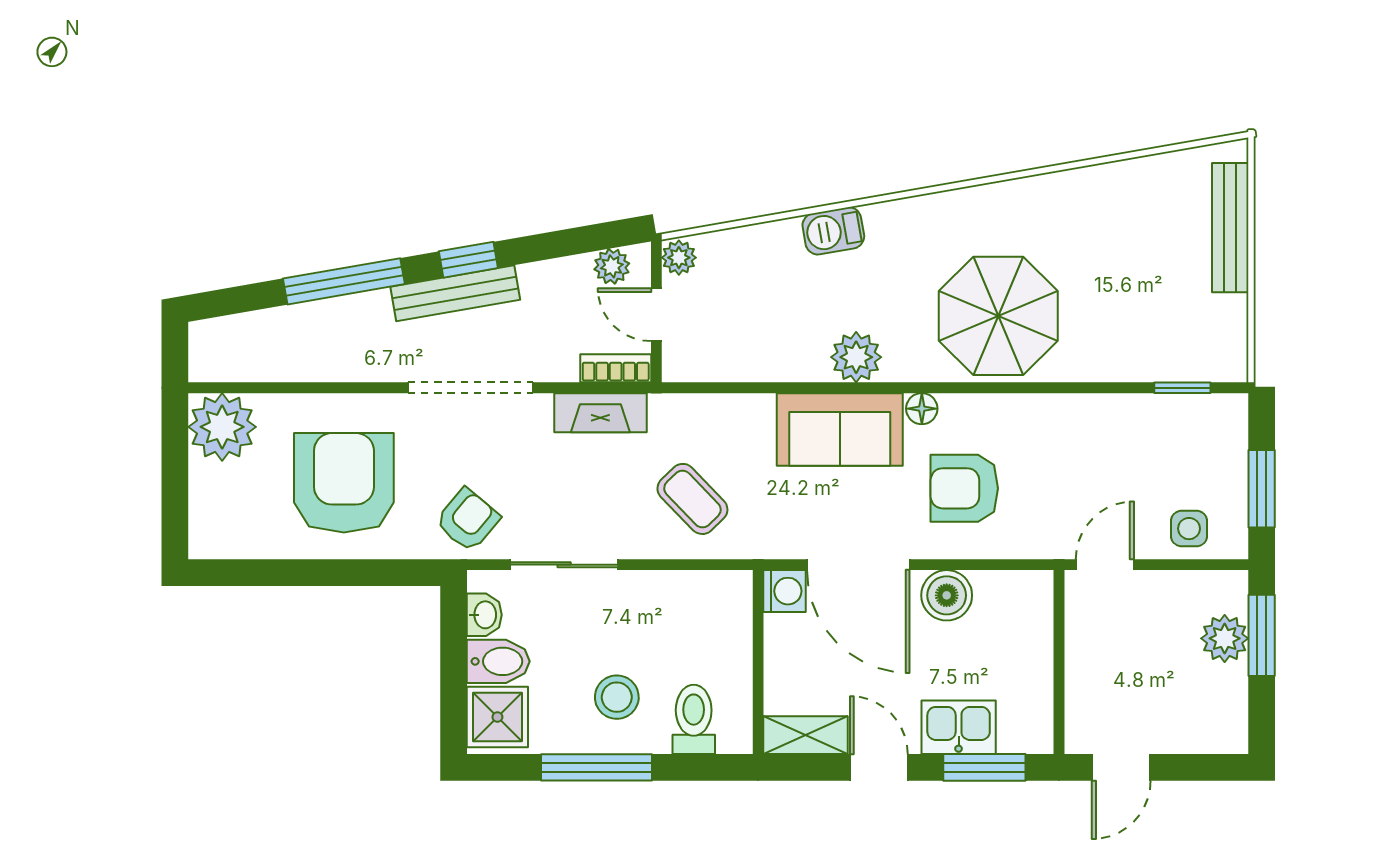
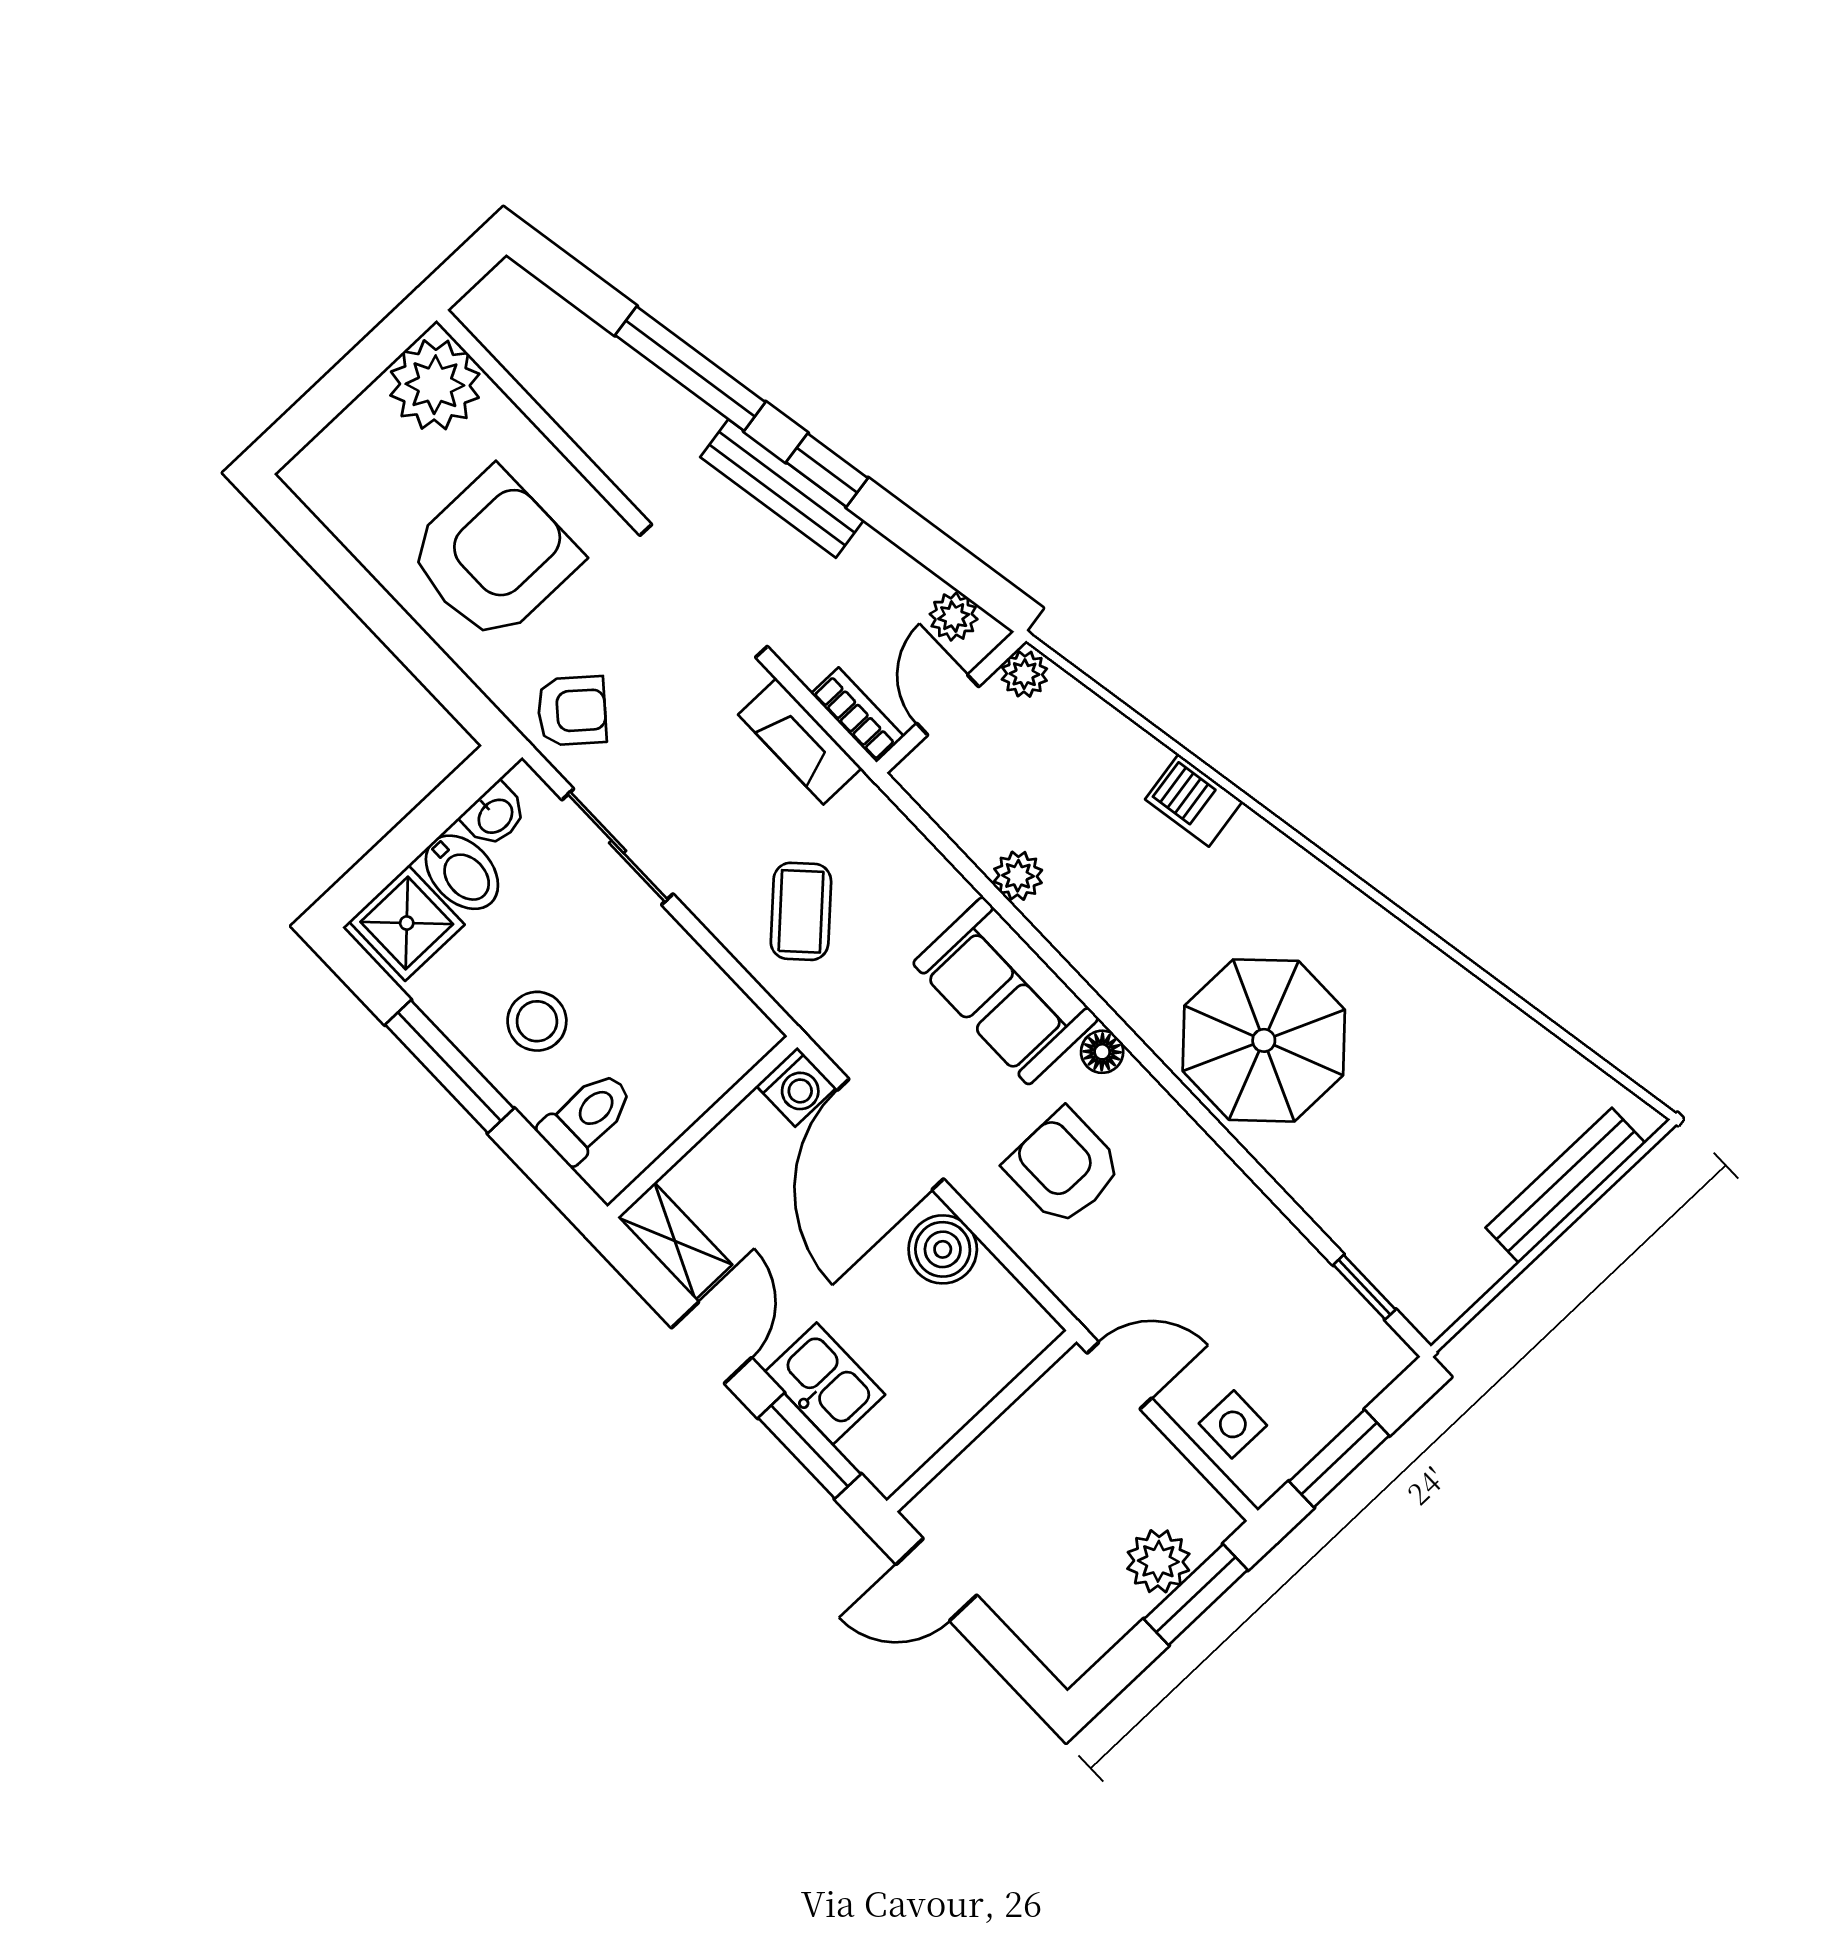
plant: (856, 357) -> (1018, 876), moved, width x0.73, depth x0.73

